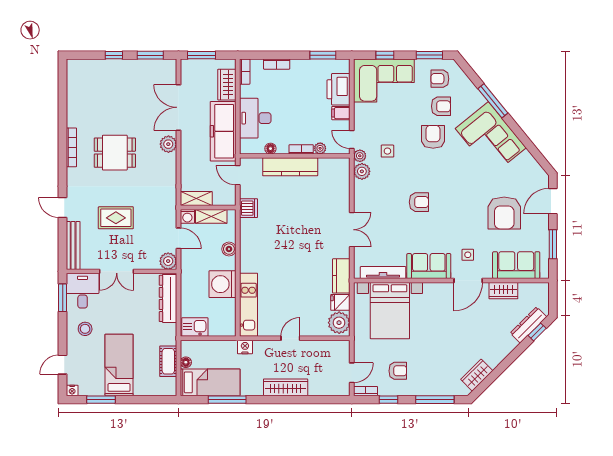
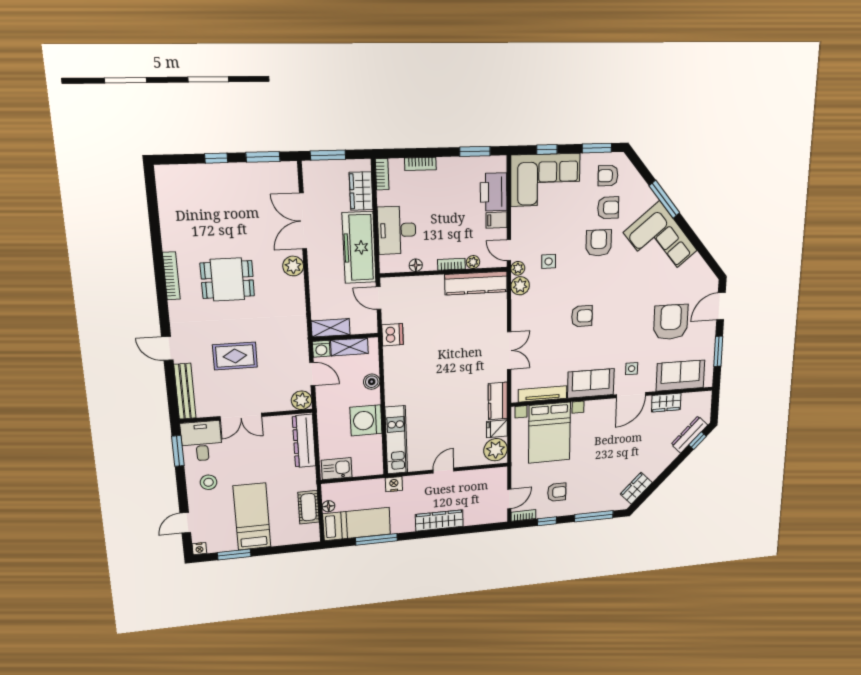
kitchen counter: (290, 167) -> (476, 283), moved
armchair: (504, 213) -> (671, 322), turned 180

